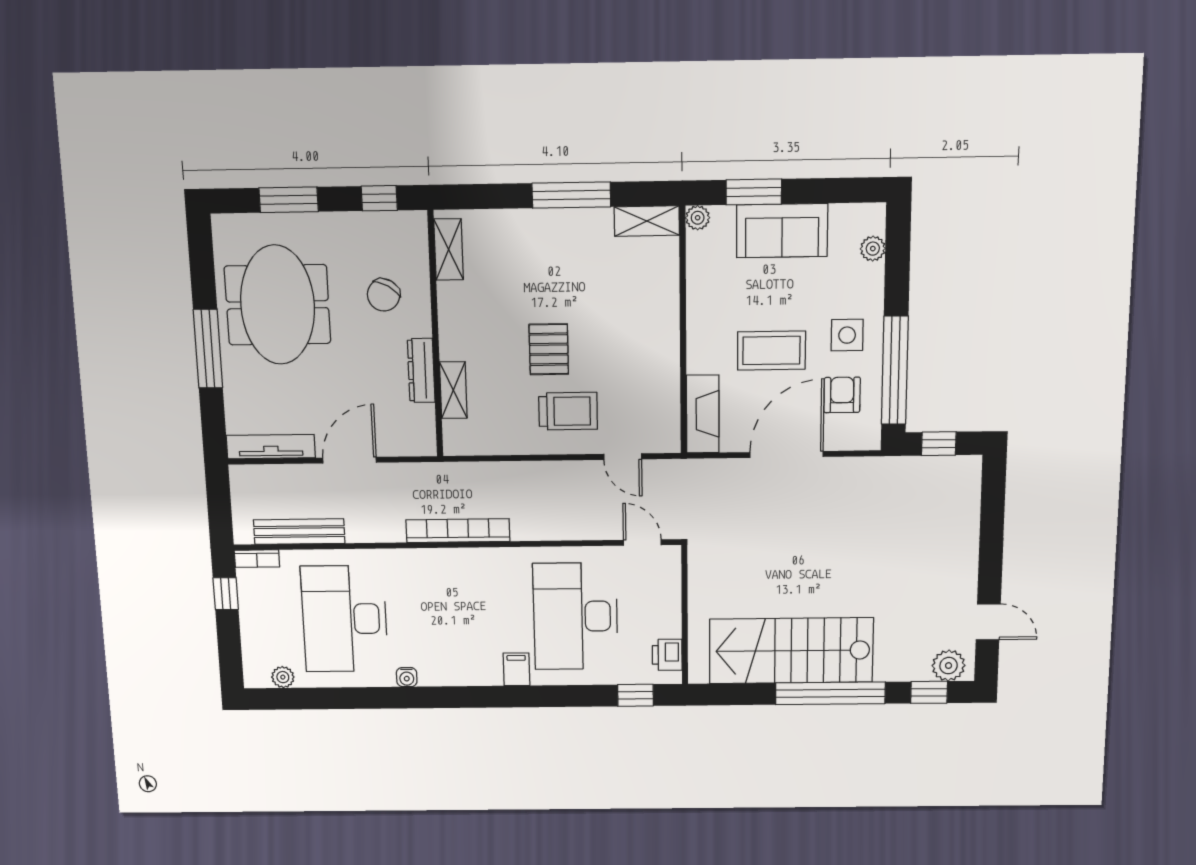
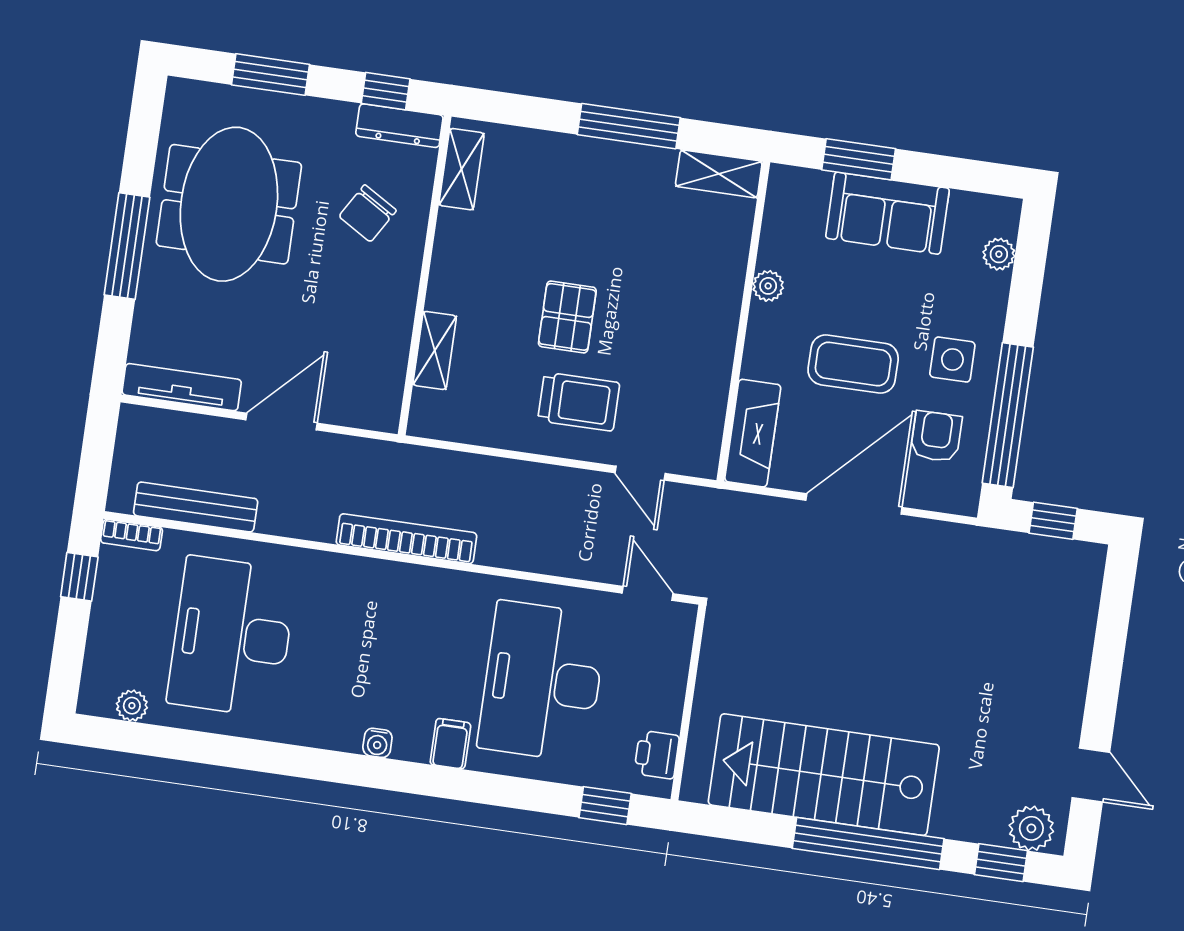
plant: (698, 218) -> (768, 286), moved
dresser: (421, 370) -> (399, 126), moved, turned -90
water cooler: (407, 677) -> (377, 743), moved

